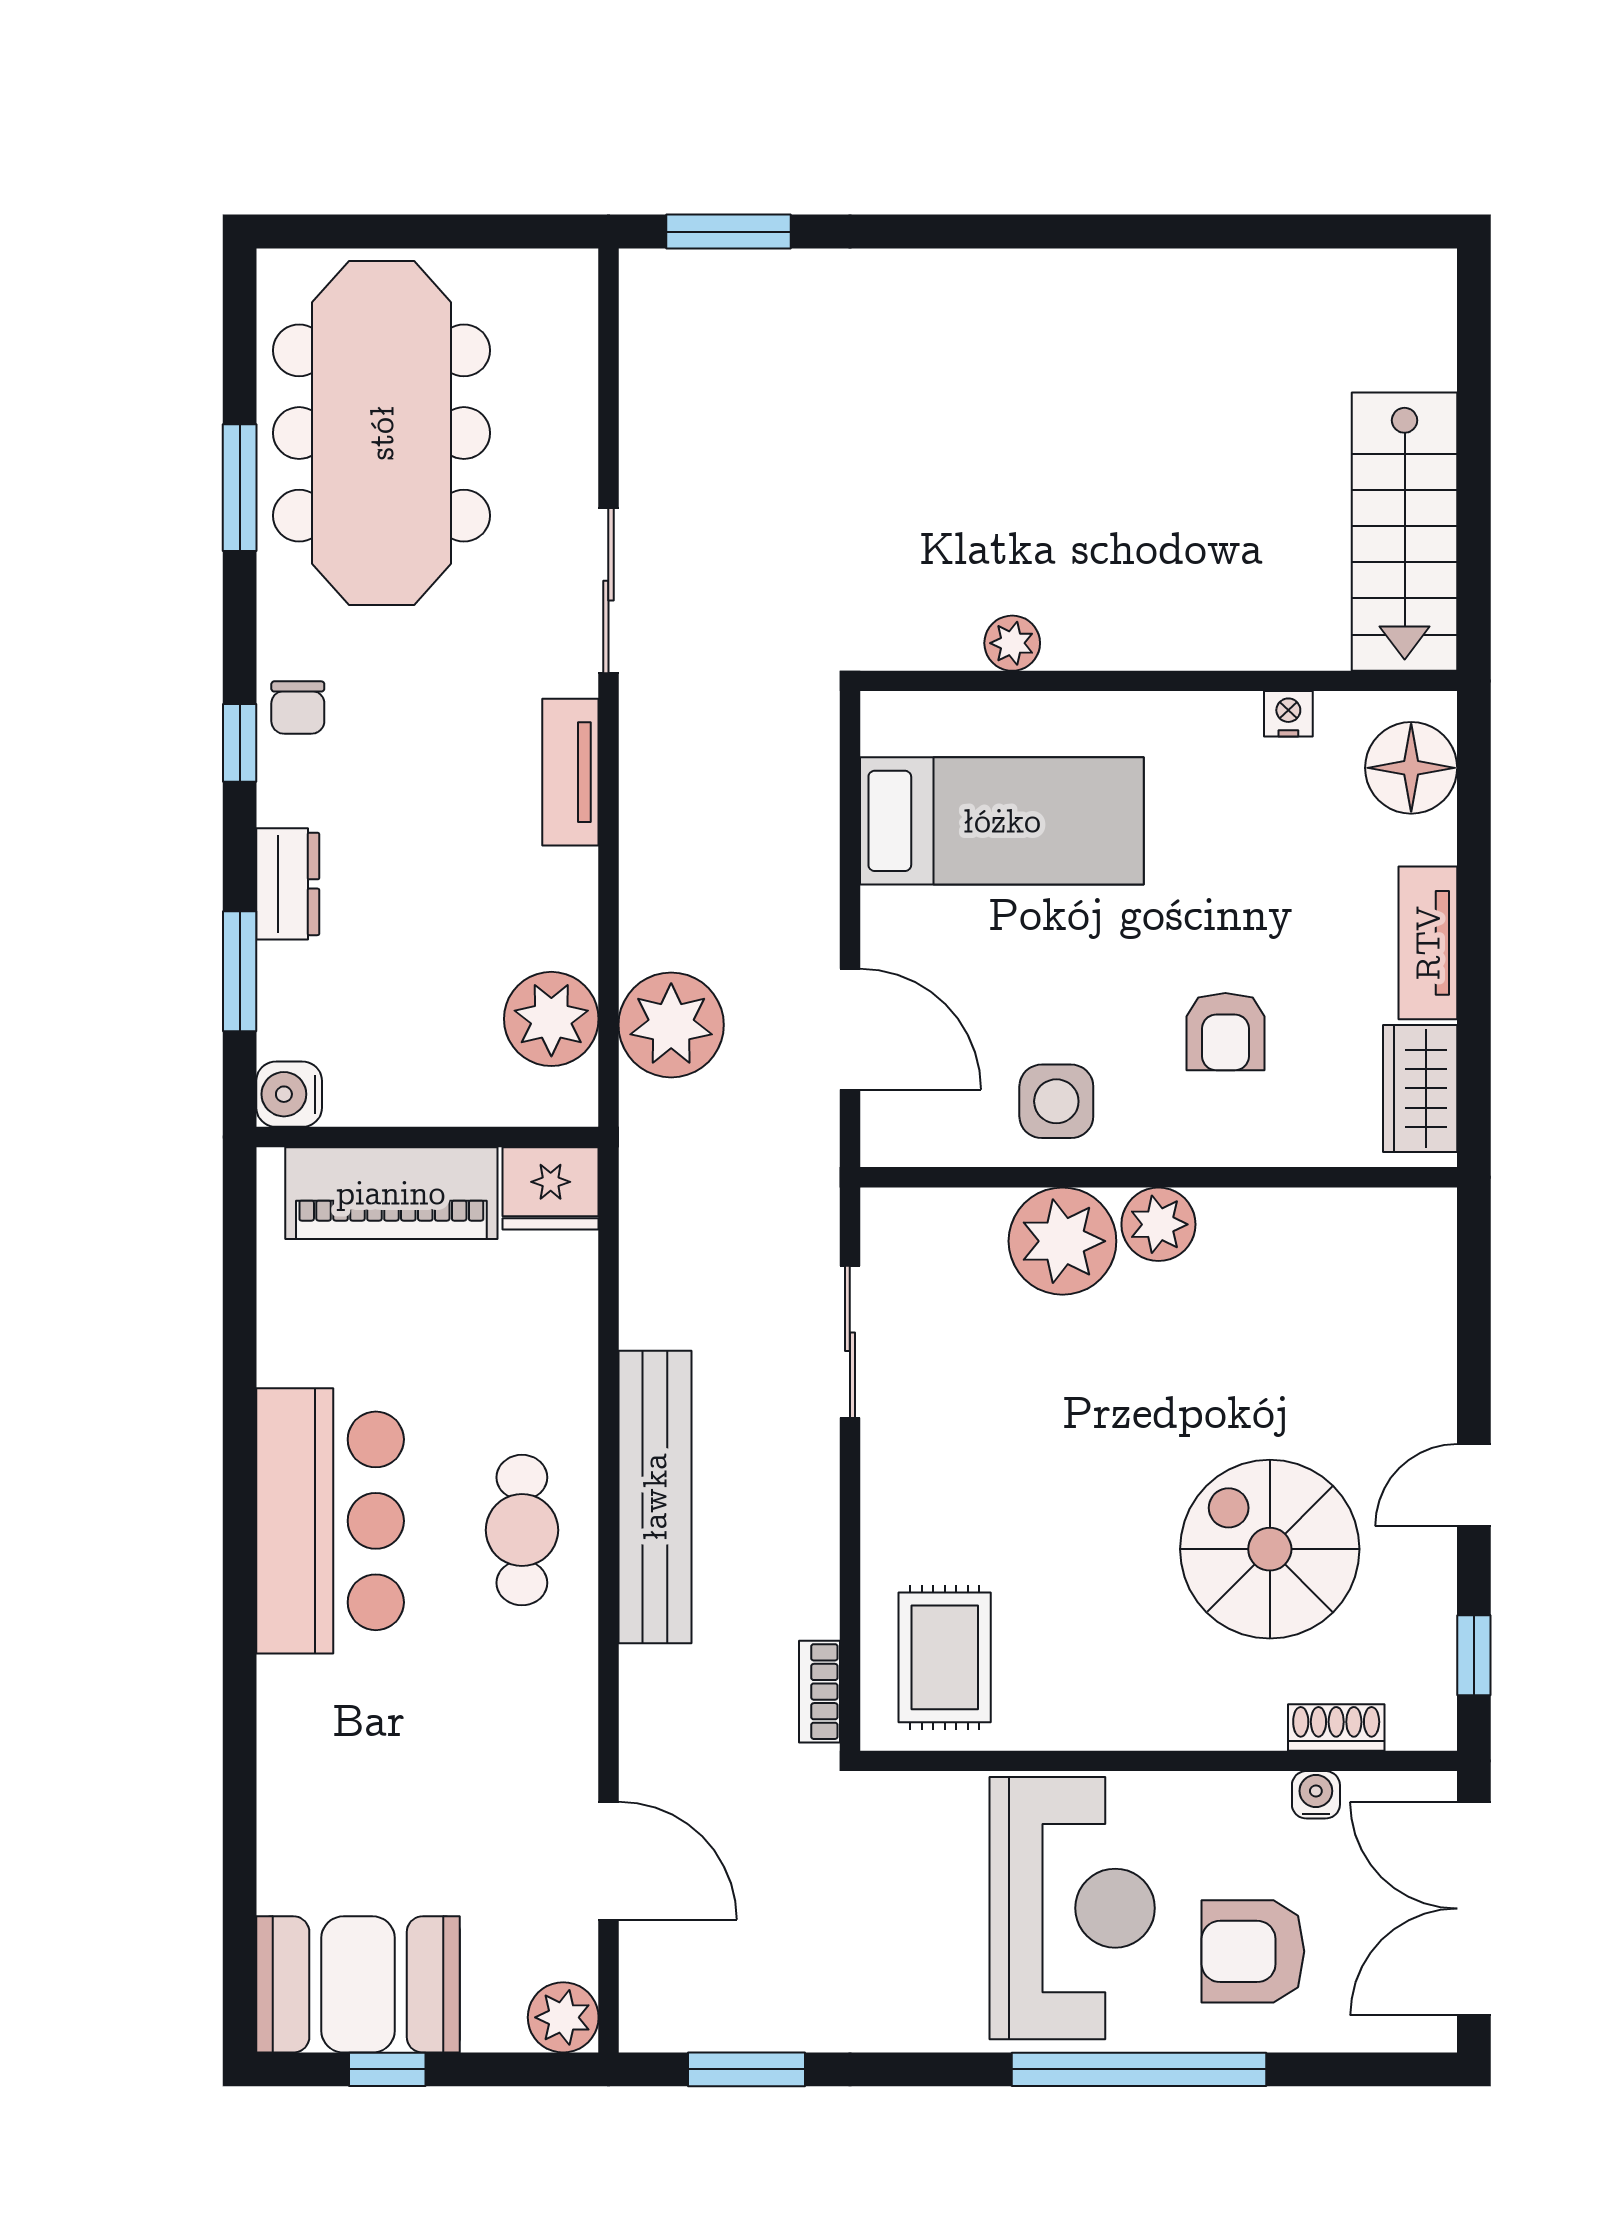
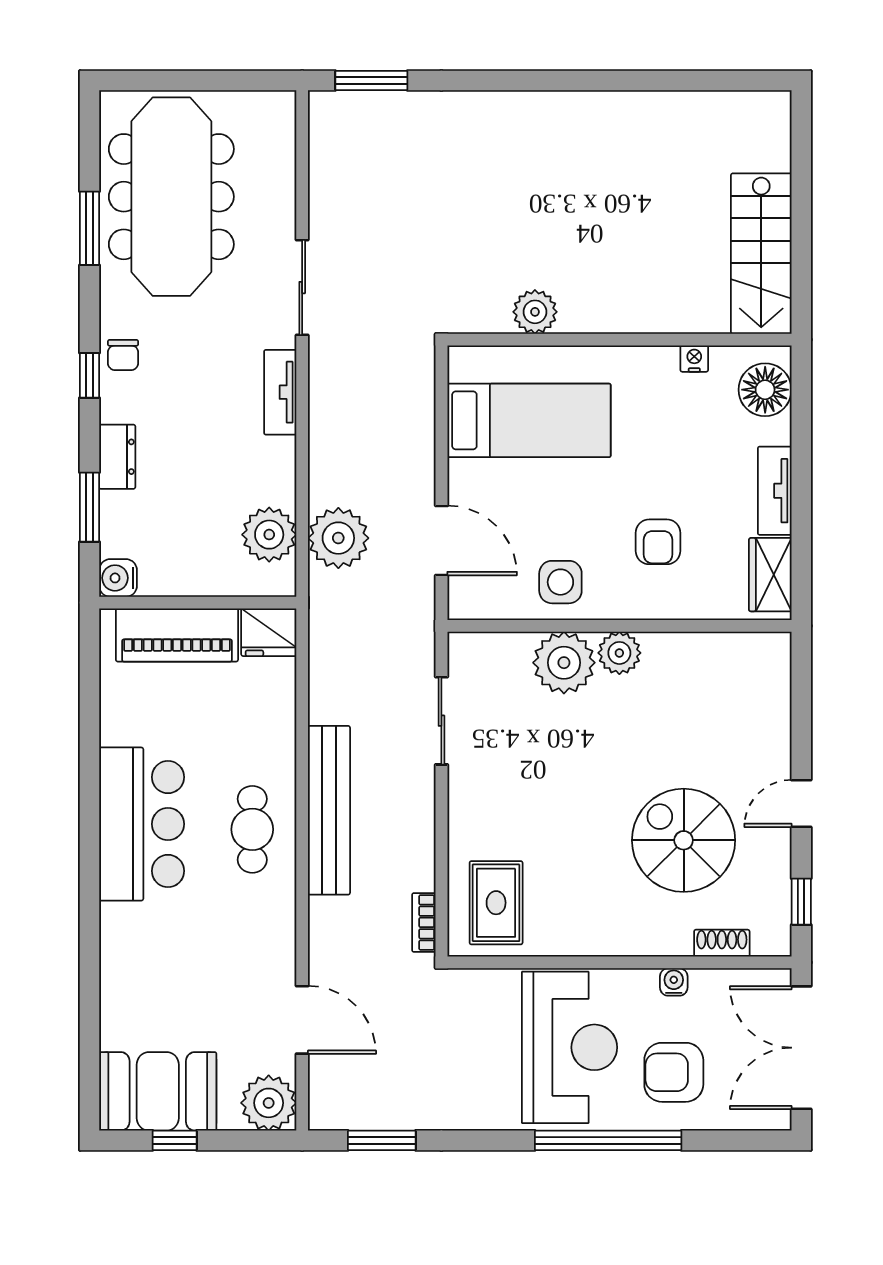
plant: (1012, 643) -> (535, 312), width x1.38, depth x1.38
water cooler: (1316, 1795) -> (674, 982), moved
plant: (563, 2017) -> (269, 1103), width x1.36, depth x1.36

